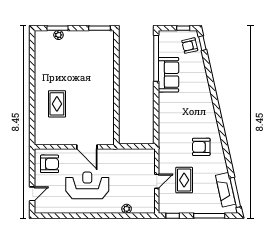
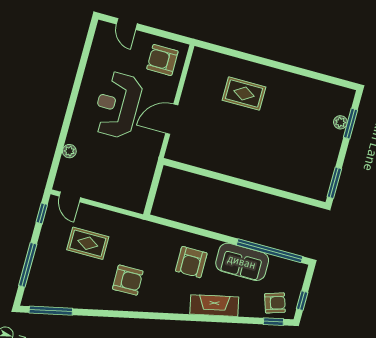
armchair: (190, 46) -> (275, 303), turned 85
armchair: (178, 108) -> (191, 262), added
armchair: (201, 147) -> (128, 280), turned 89
armchair: (50, 164) -> (162, 60), turned 90
door: (157, 181) -> (70, 197), moved
reception desk: (87, 185) -> (118, 105), turned 180
fireplace: (226, 190) -> (214, 306), moved

